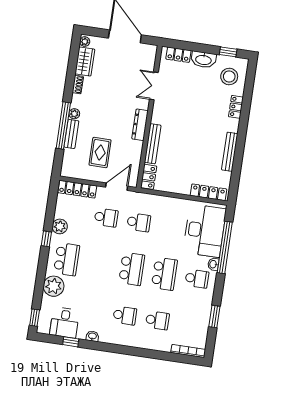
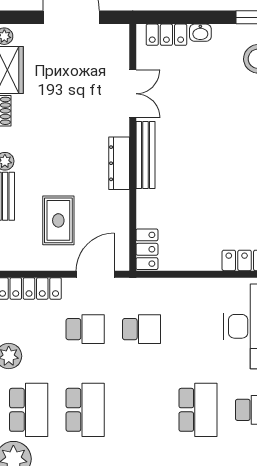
washbasin: (203, 60) -> (200, 33), width x0.52, depth x0.69
double door: (154, 86) -> (133, 94), swing flipped
bench: (153, 144) -> (145, 155), moved
school desk: (132, 269) -> (85, 410), moved

